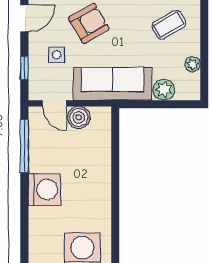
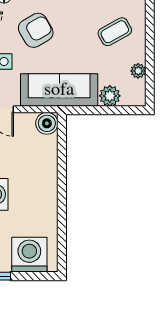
boiler: (79, 117) -> (47, 123), moved

